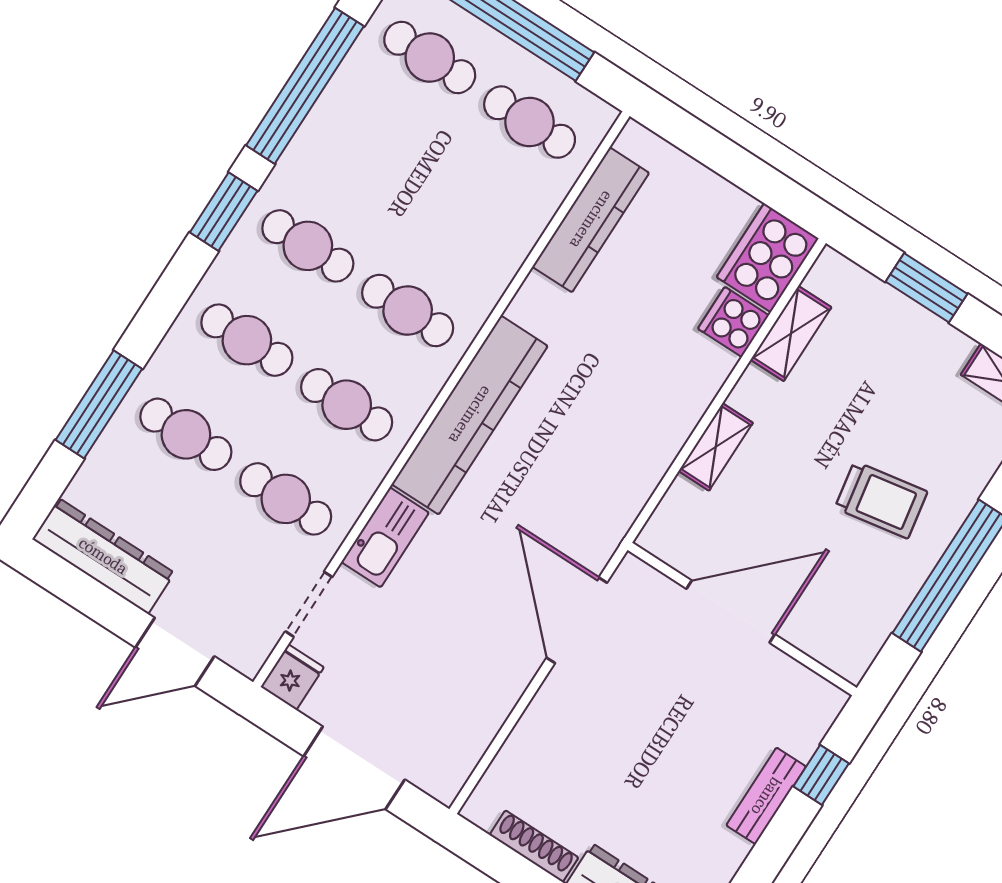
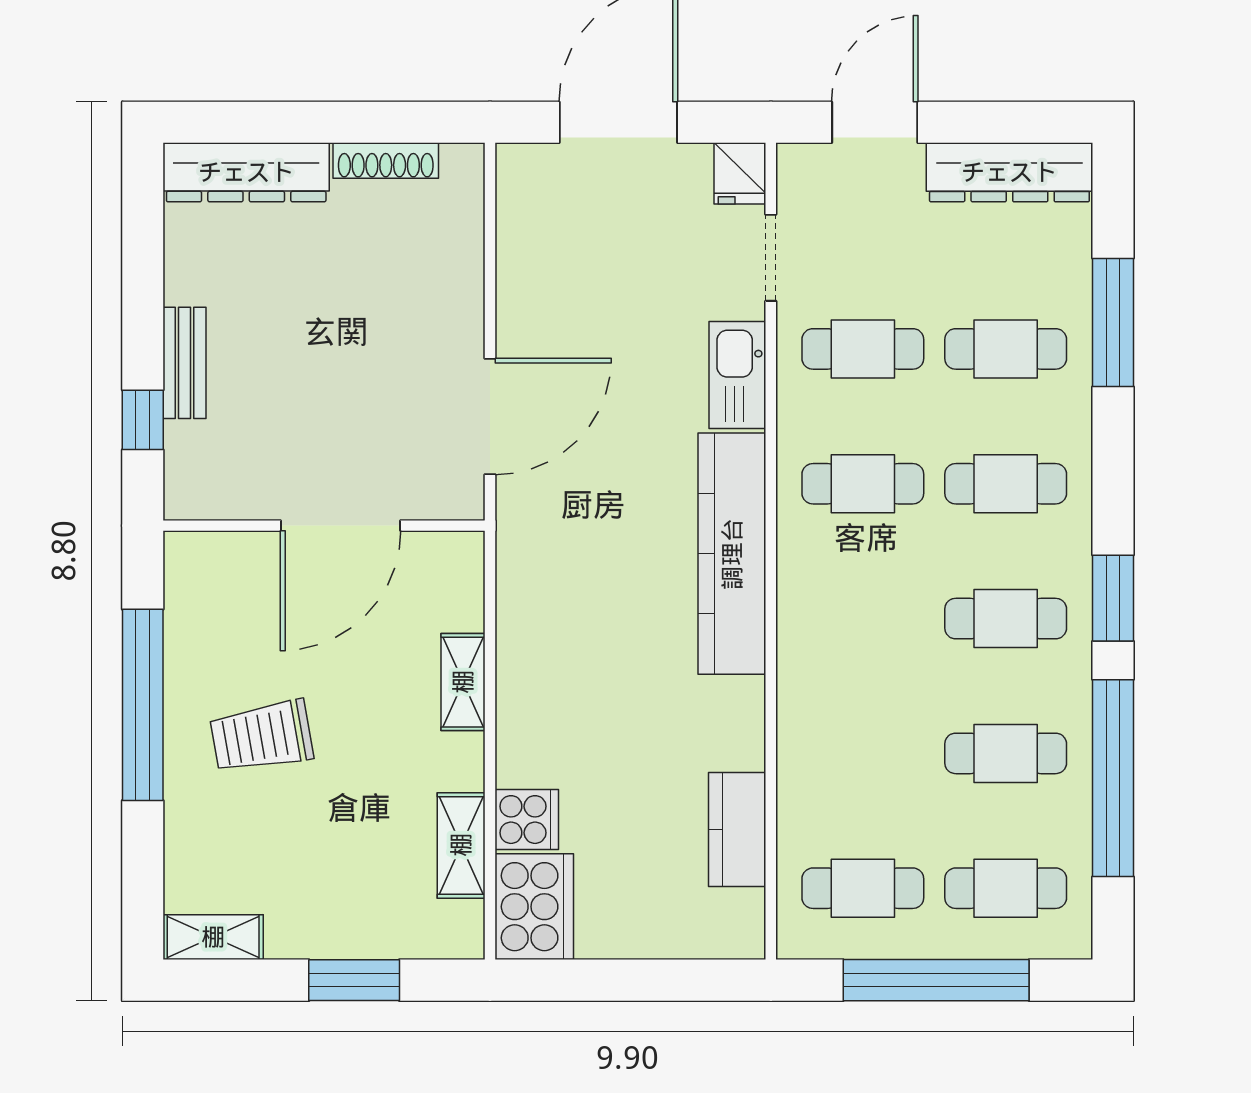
kitchen counter: (591, 220) -> (737, 830), width x0.67
cafe table: (408, 310) -> (1006, 753), moved
door: (577, 620) -> (490, 417), hinge flipped

